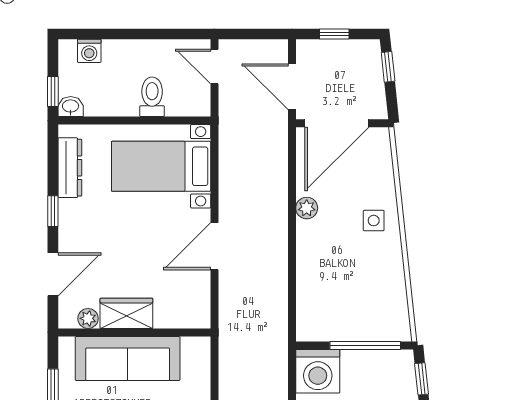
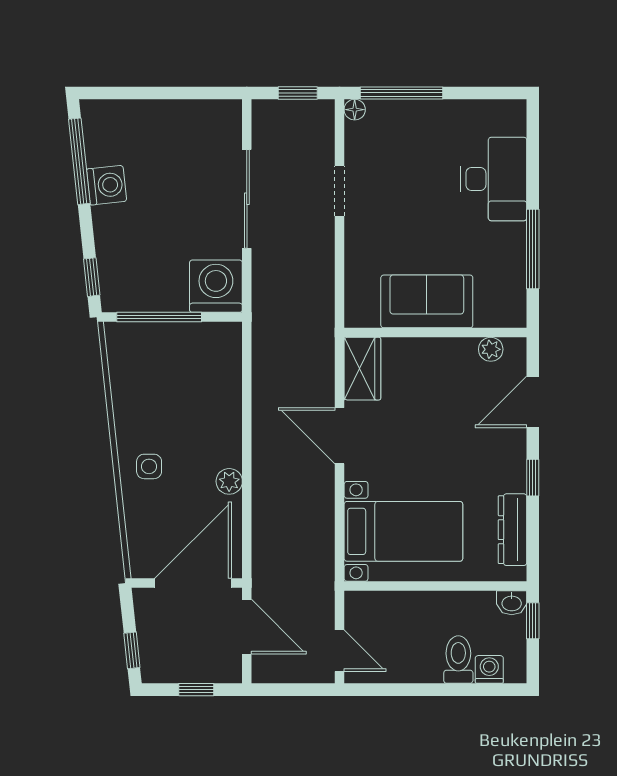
toilet: (152, 97) -> (458, 660), moved, turned 180
door: (214, 246) -> (340, 436), swing flipped
wardrobe: (126, 313) -> (362, 369), moved, turned -90
sofa: (128, 359) -> (427, 301), width x0.73

